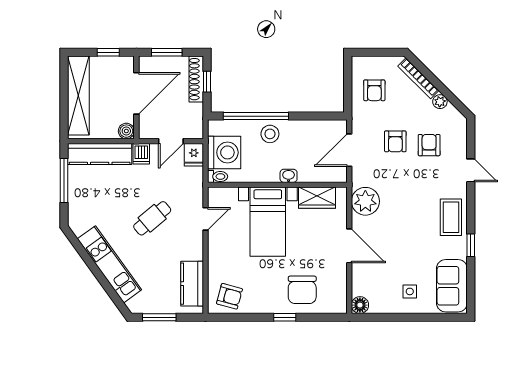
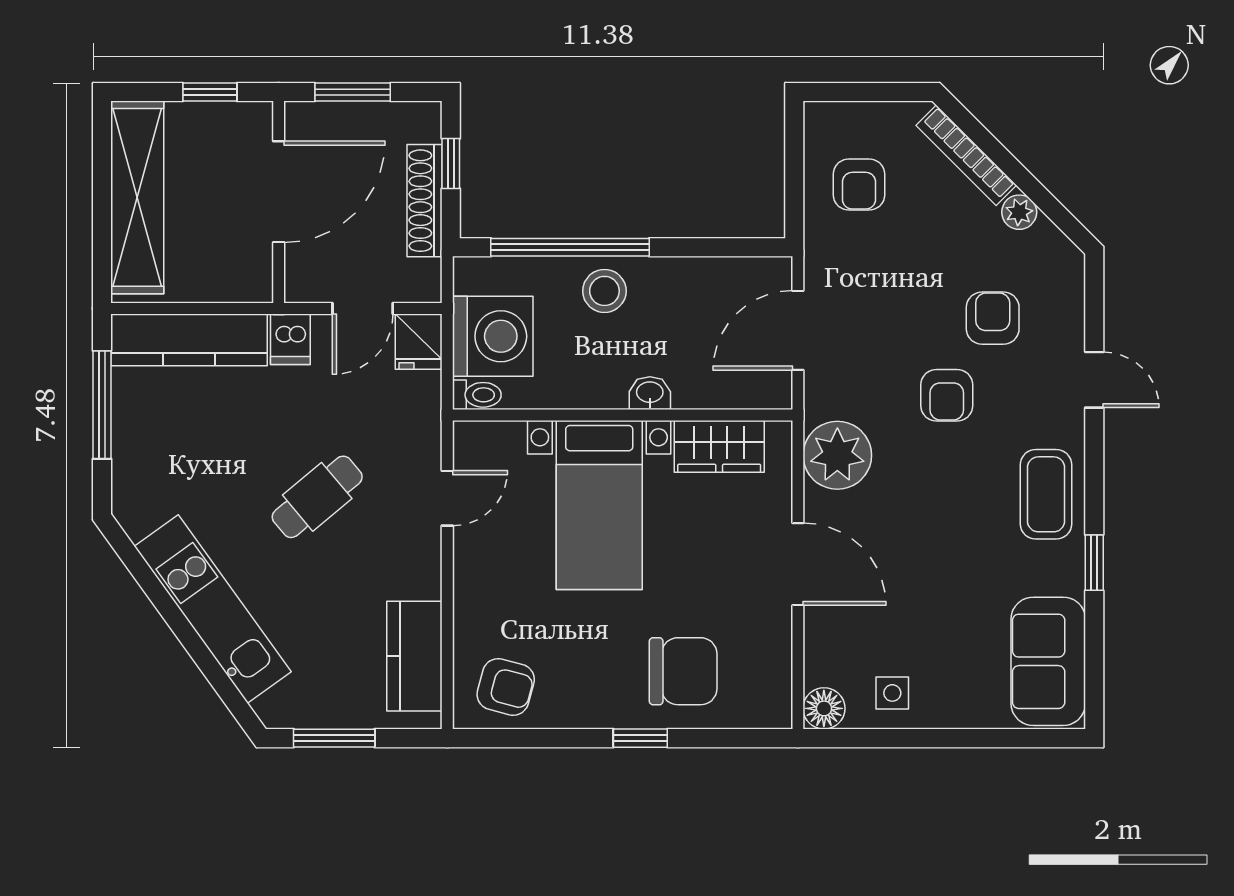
shoe rack: (196, 79) -> (425, 201), moved
boiler: (126, 131) -> (254, 284), removed
armchair: (395, 141) -> (947, 395), moved
chair: (302, 290) -> (683, 671), turned -90
side table: (410, 291) -> (892, 693), moved

